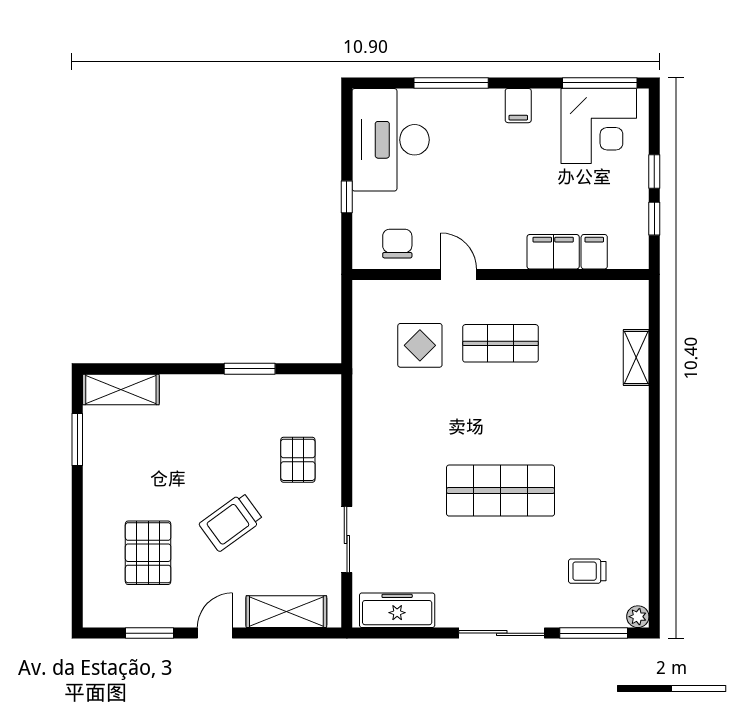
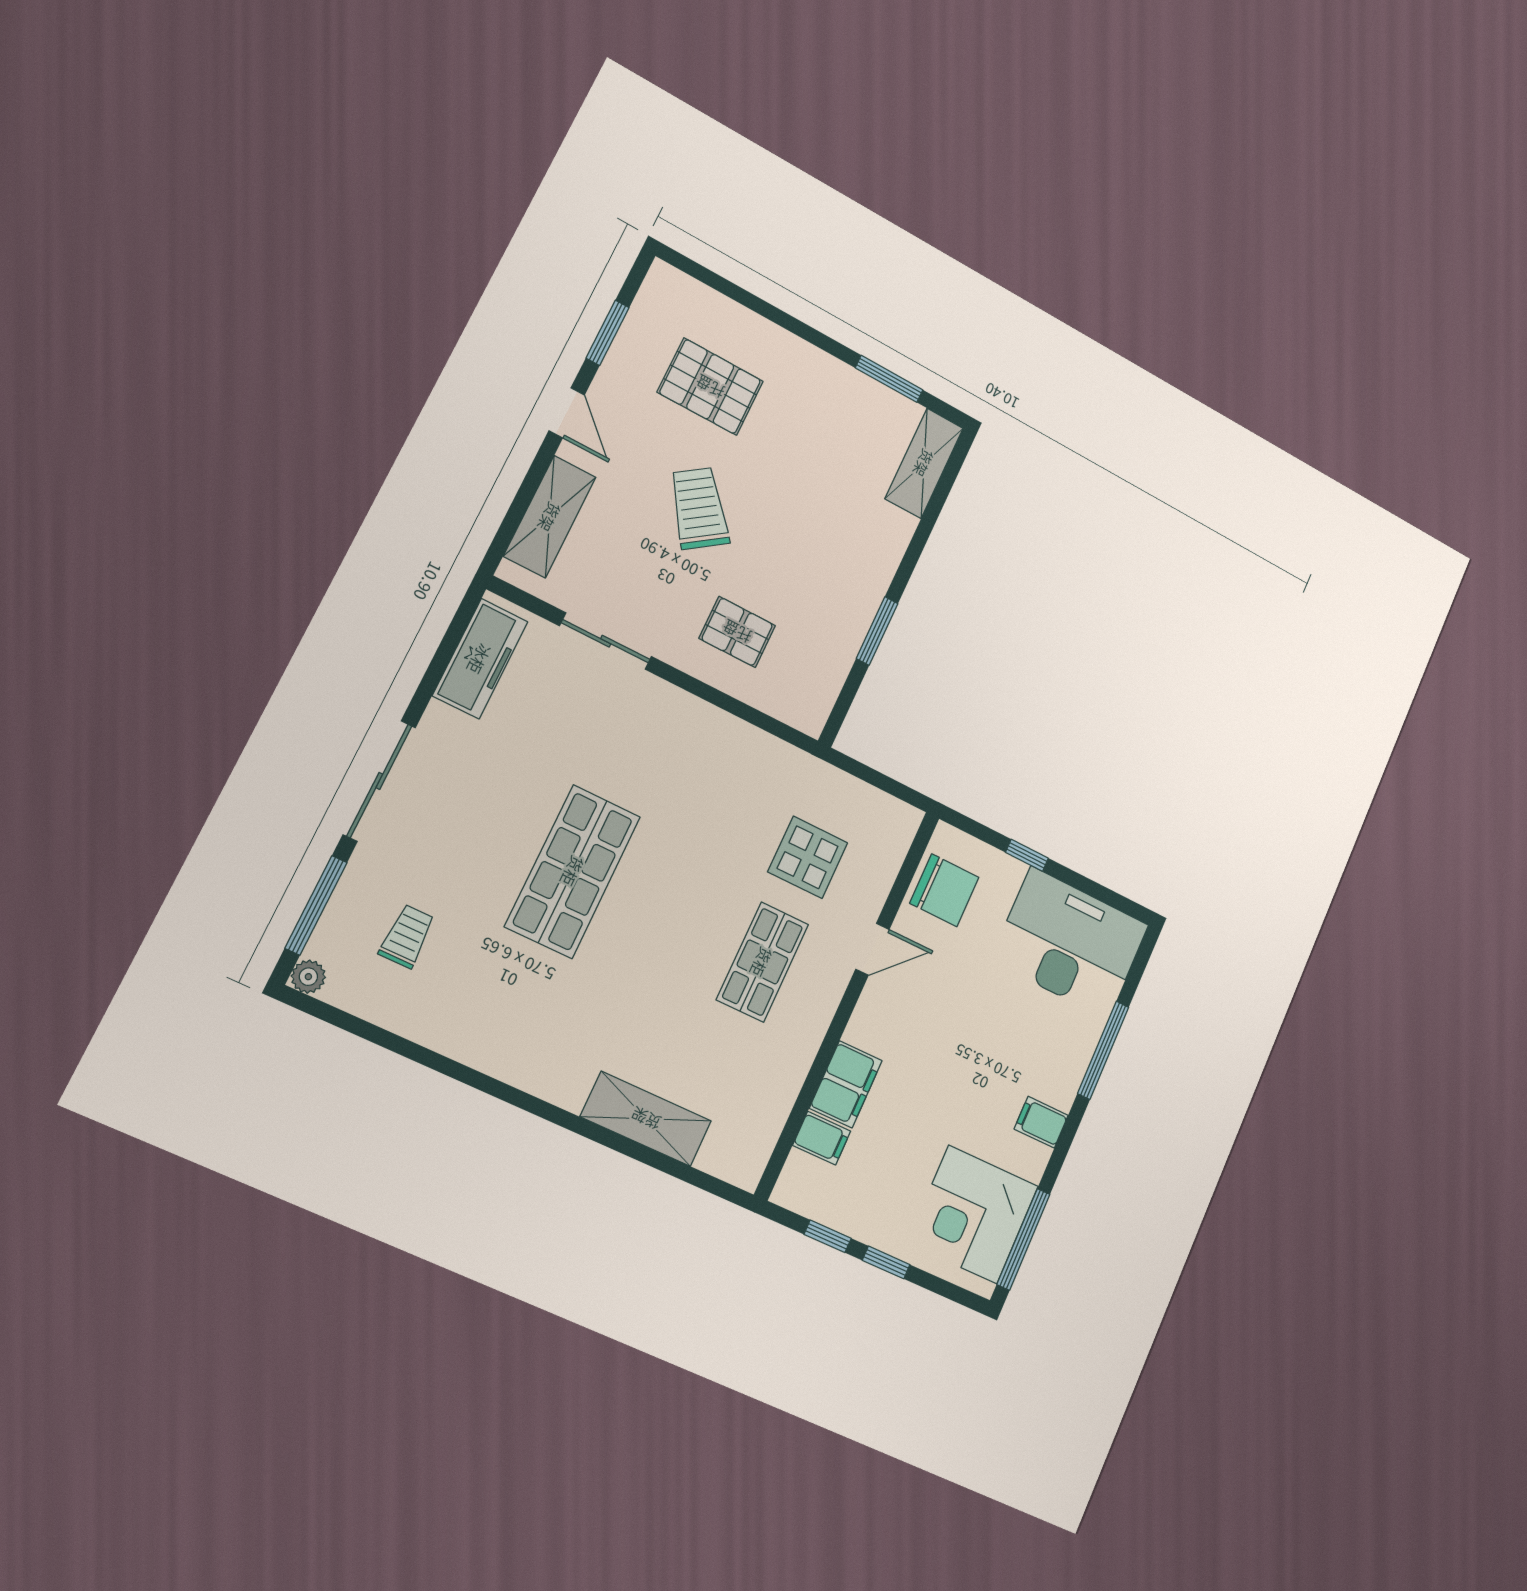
chair: (397, 244) -> (944, 890), width x1.37, depth x1.37
shelving: (636, 357) -> (646, 1119), width x1.50, depth x1.33

